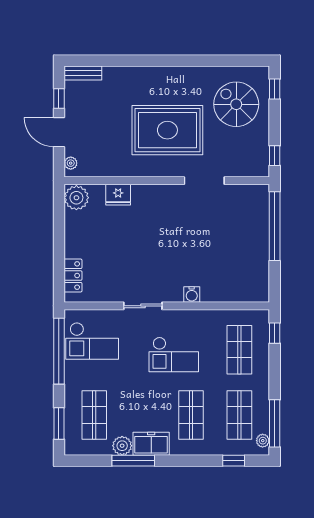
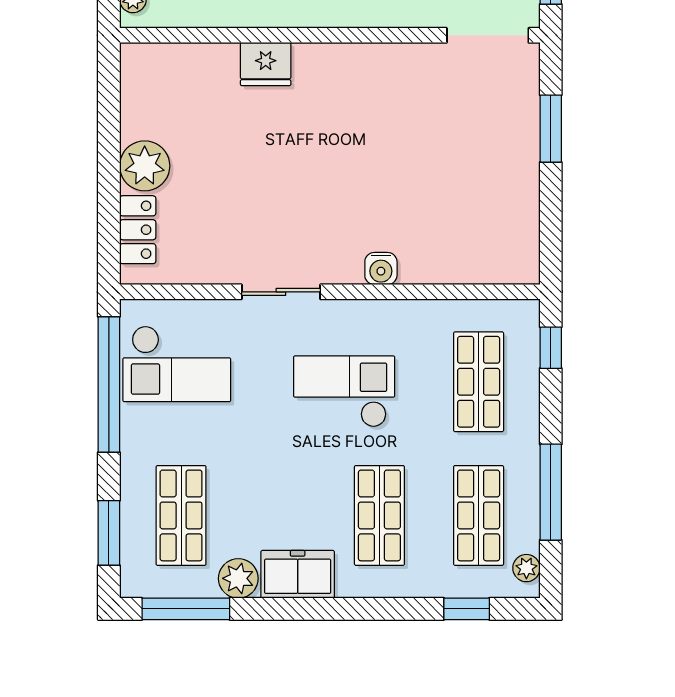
doorway: (204, 181) -> (488, 35), moved
fridge: (118, 195) -> (266, 64), moved
plant: (76, 198) -> (145, 166), moved
window: (275, 226) -> (551, 129), width x0.47
checkout: (174, 354) -> (344, 391), turned 180
window: (275, 423) -> (551, 492), moved
window: (133, 461) -> (186, 609), moved

